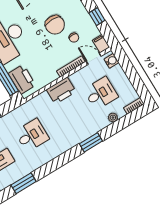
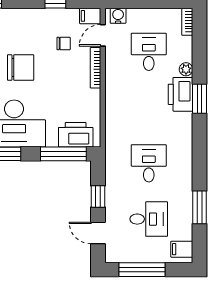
chair: (55, 25) -> (21, 68), moved
printer: (61, 91) -> (180, 94), moved, turned 180
plant: (113, 118) -> (186, 69), moved

